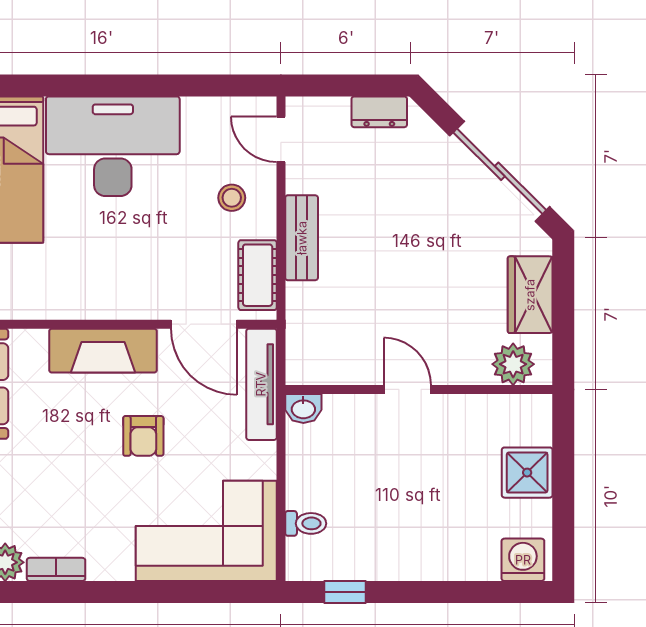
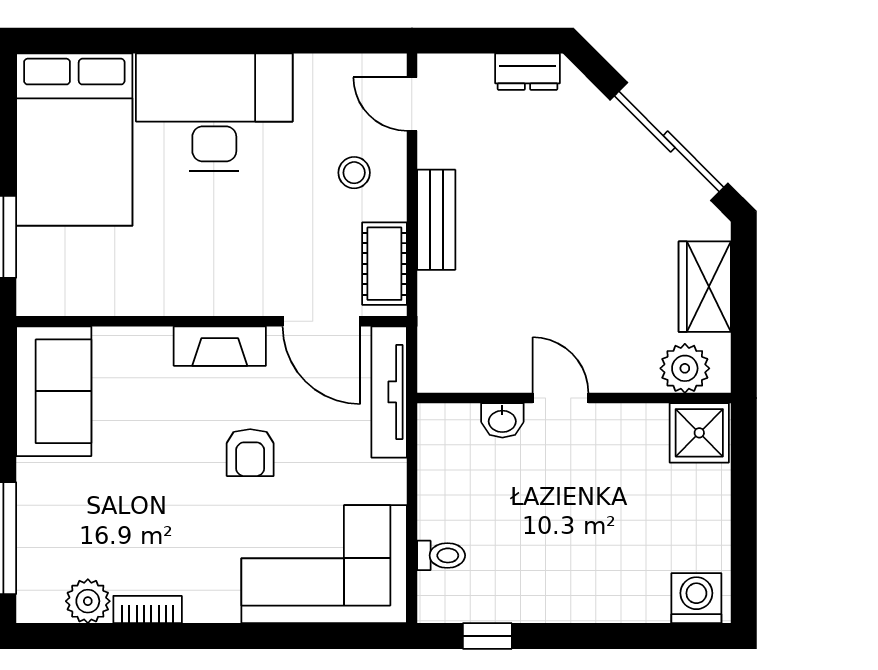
fireplace: (103, 351) -> (220, 346), width x0.73, depth x0.76
washbasin: (303, 408) -> (502, 420), moved
shower: (527, 473) -> (699, 433), moved

